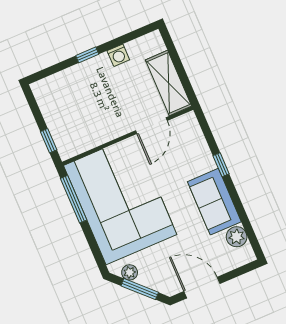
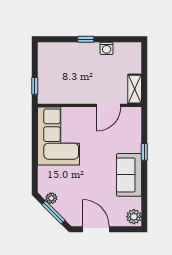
shelving: (169, 83) -> (135, 89), width x0.67, depth x0.75
window: (74, 199) -> (35, 133), removed
corner sofa: (120, 200) -> (59, 136), width x0.73, depth x0.74
plant: (237, 237) -> (134, 217), moved

